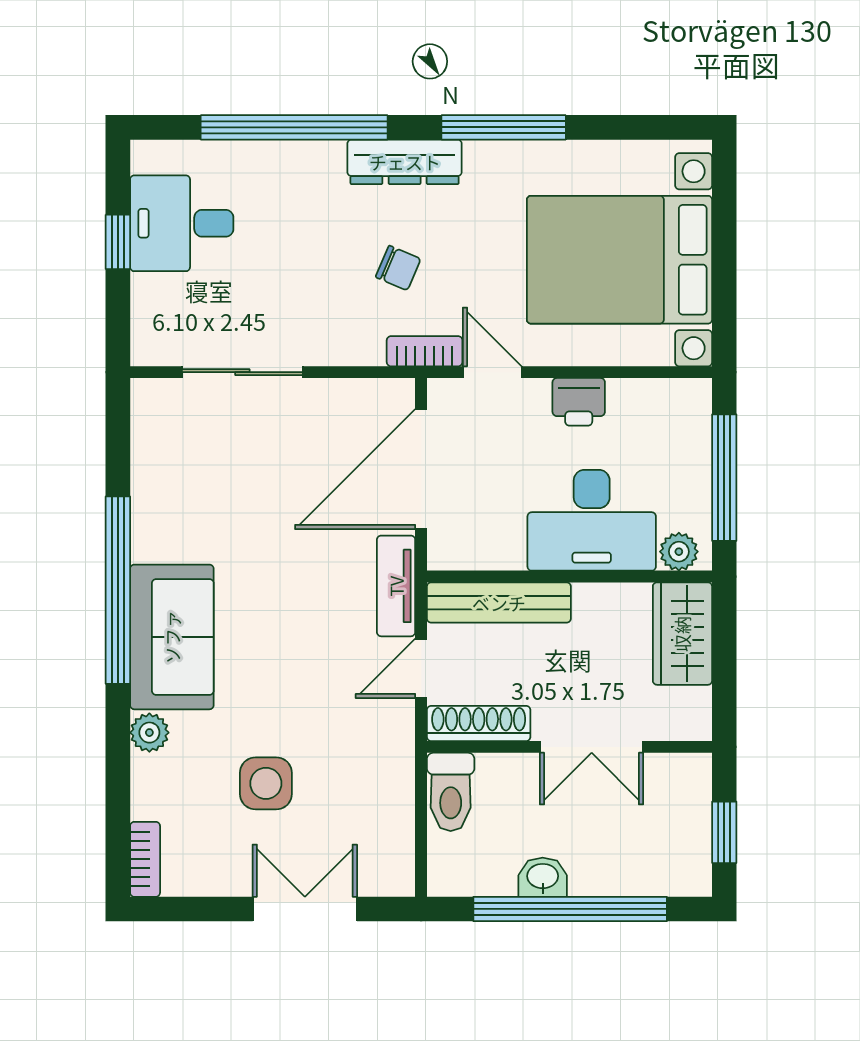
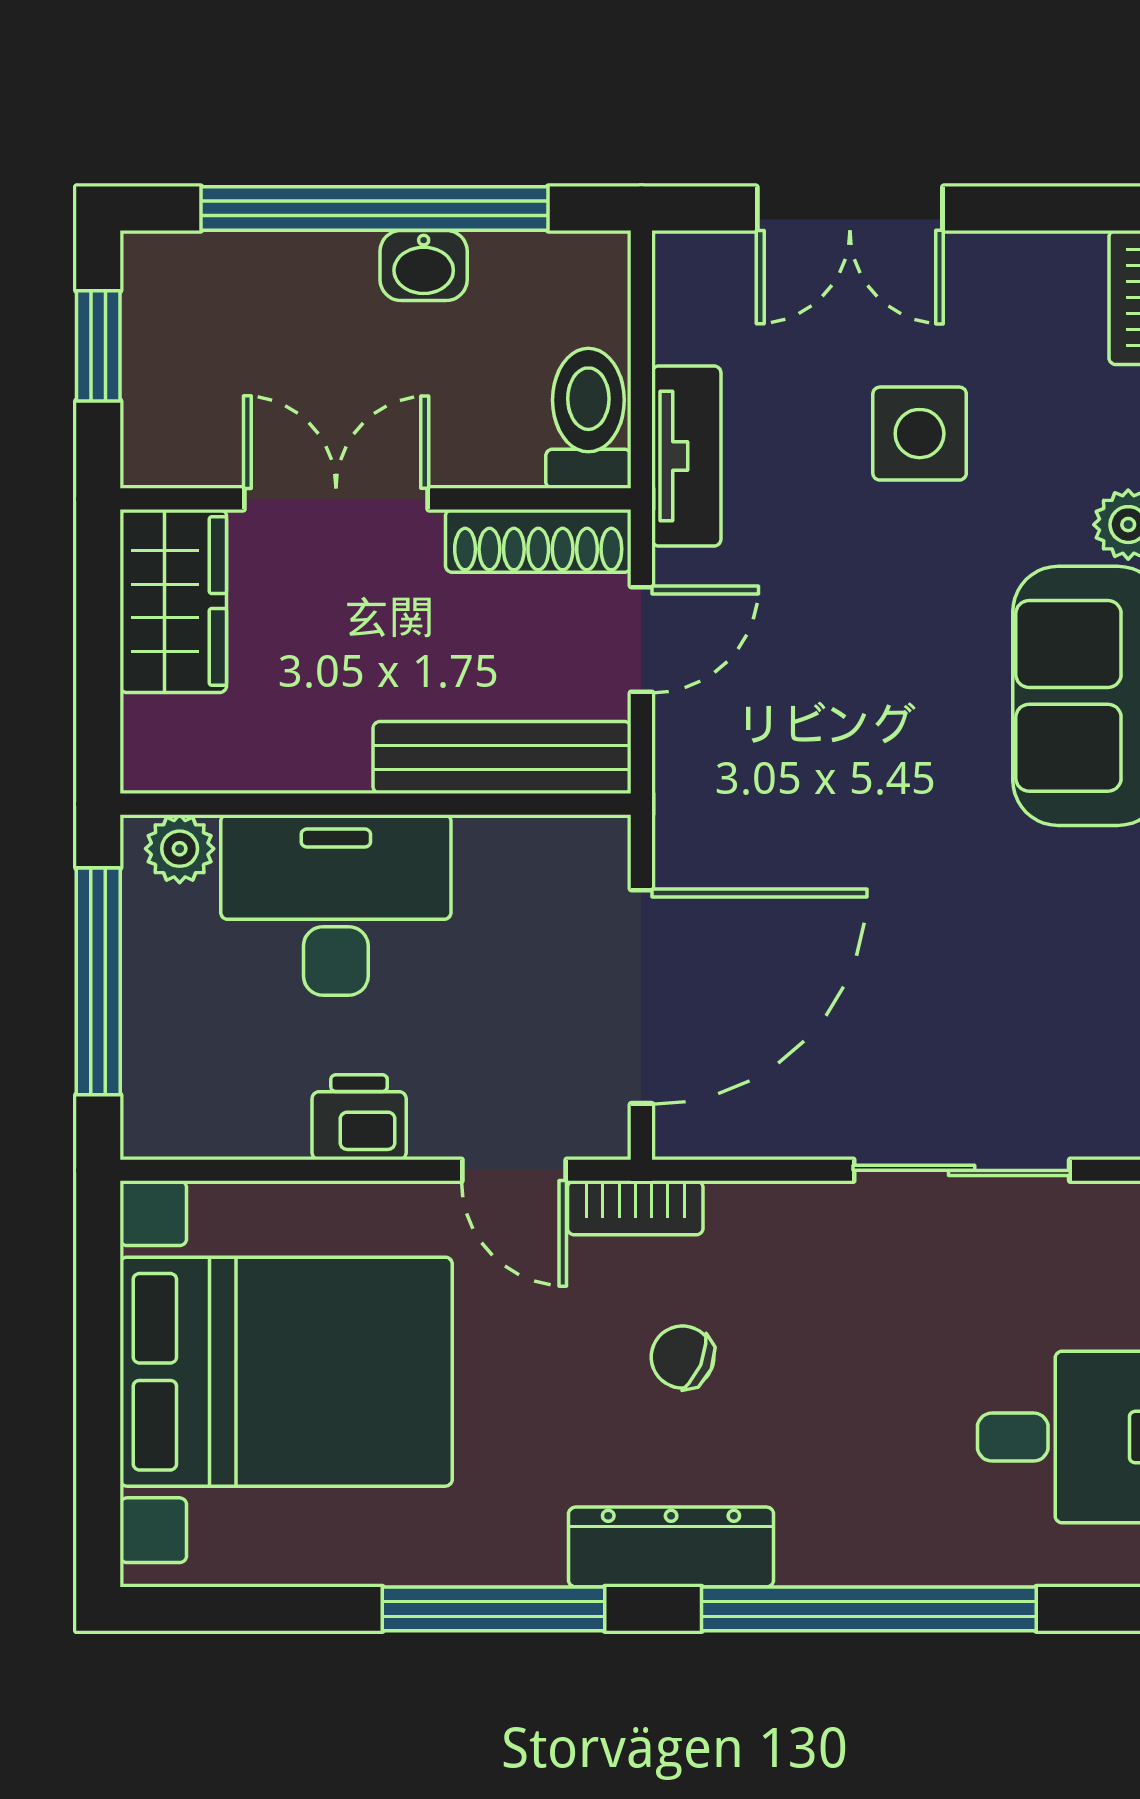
tv unit: (396, 586) -> (686, 456), moved
wardrobe: (682, 634) -> (173, 601), moved

